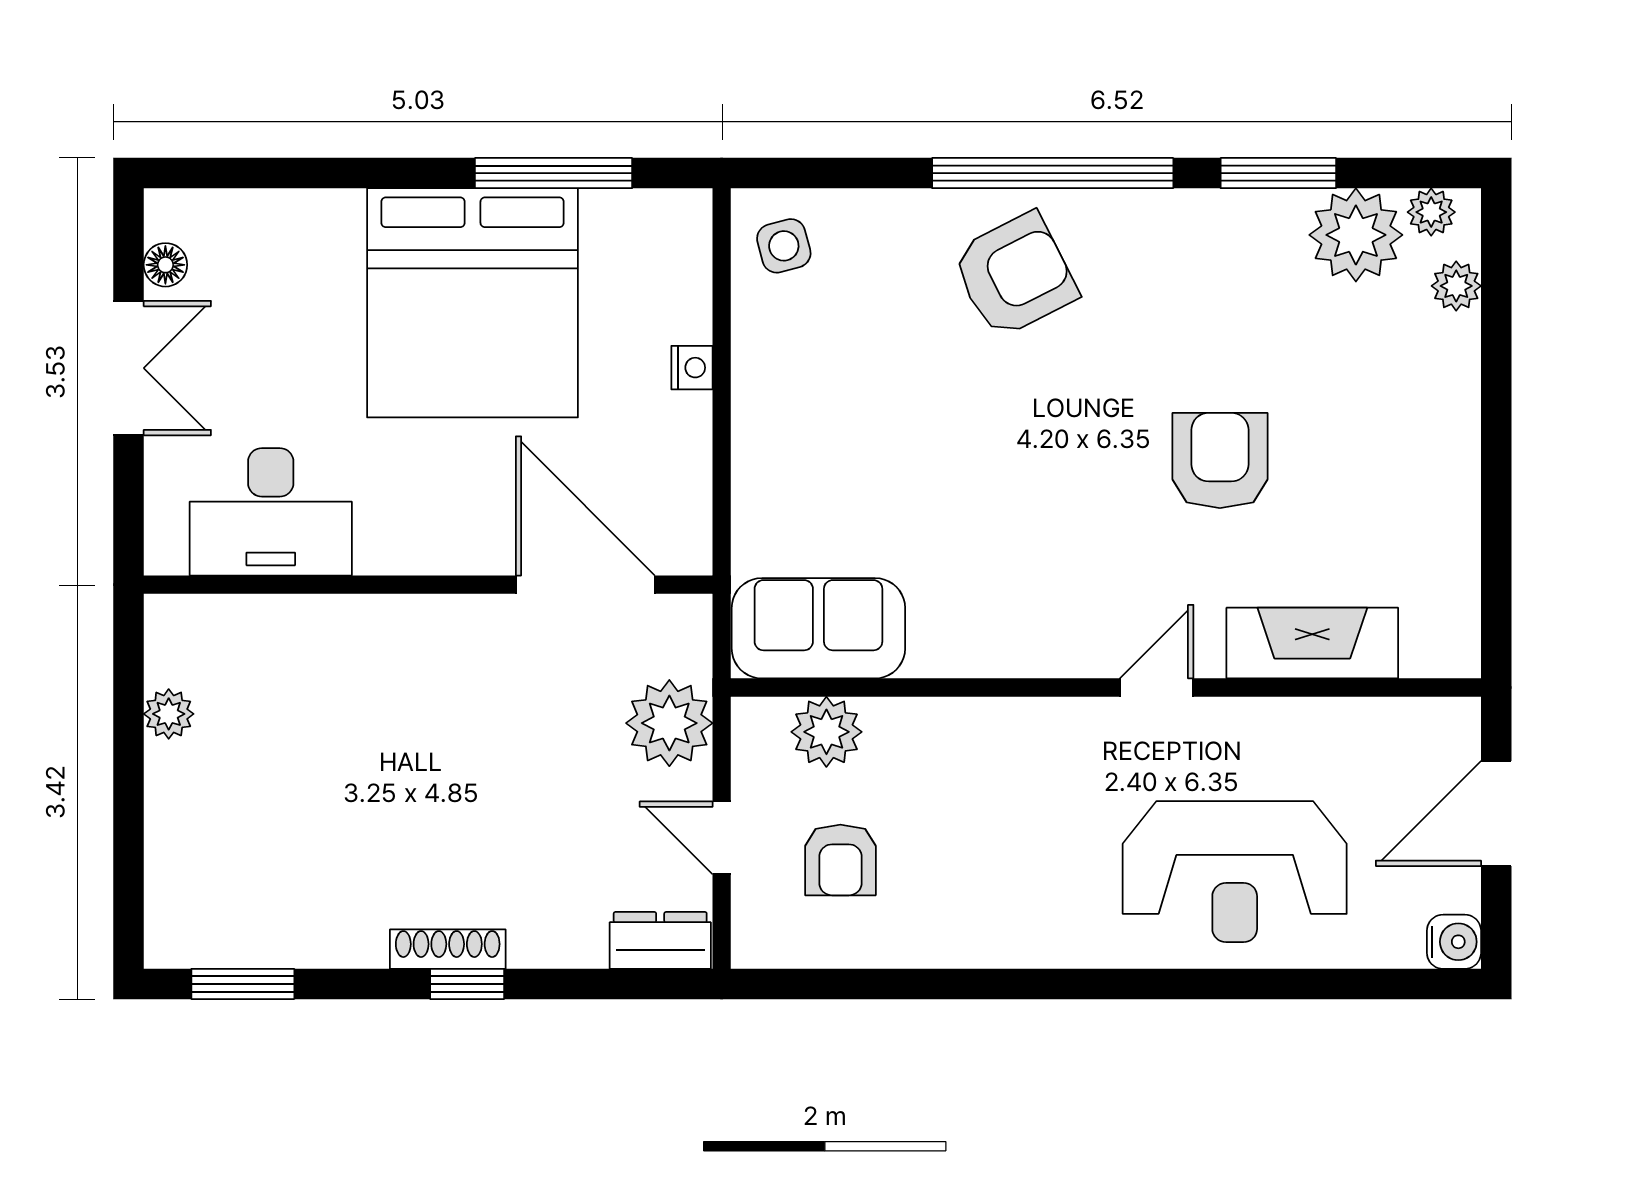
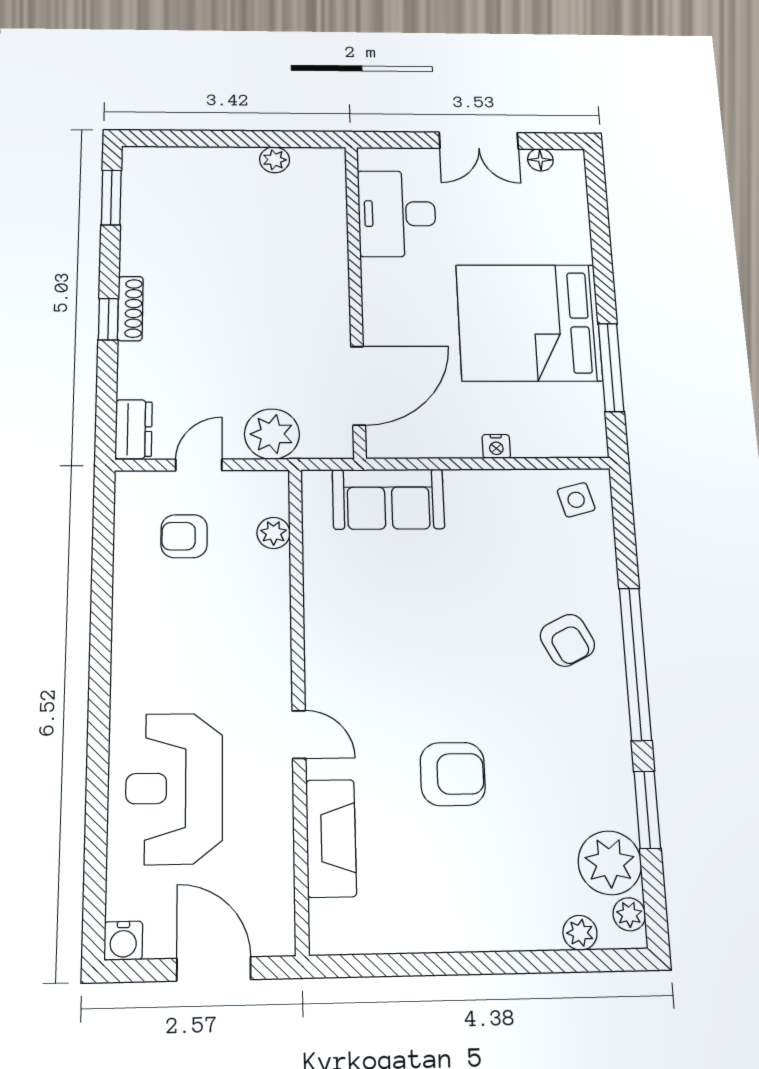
armchair: (1015, 275) -> (567, 640), width x0.72, depth x0.72
sofa: (818, 628) -> (388, 499), moved, turned 90
plant: (826, 732) -> (274, 533), width x0.73, depth x0.73

